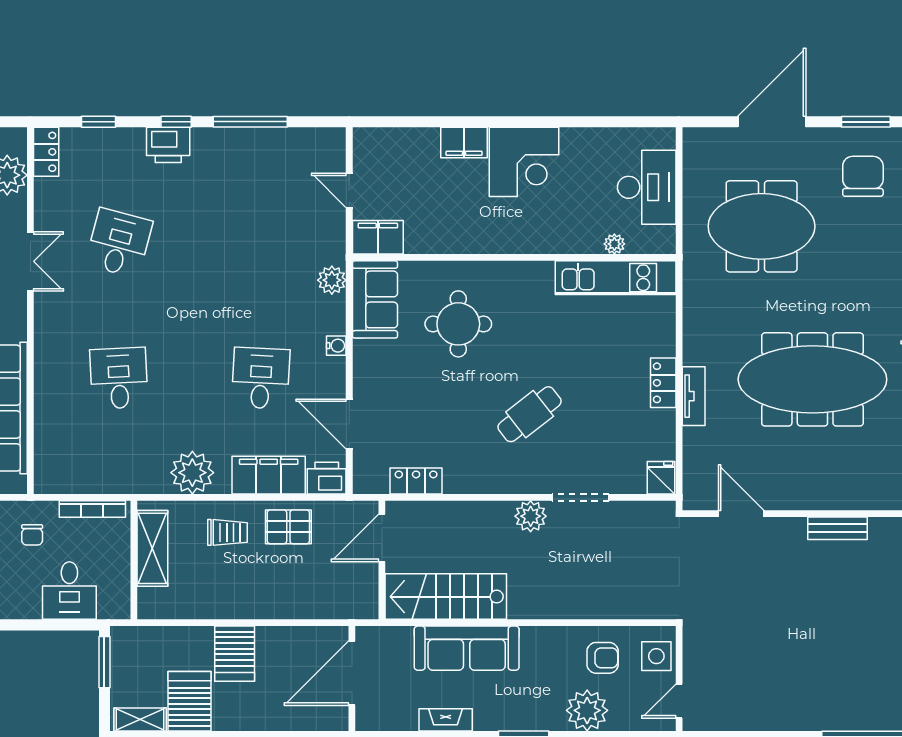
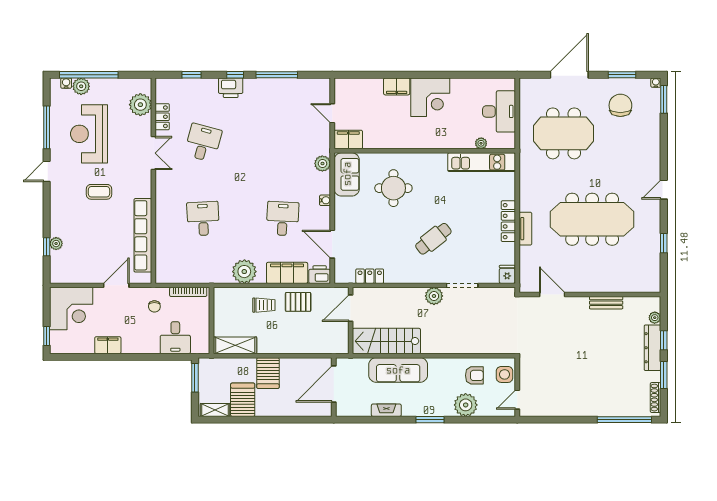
locker: (46, 152) -> (162, 117), moved
locker: (663, 383) -> (508, 221), width x1.53
shelving: (152, 548) -> (235, 345), moved, turned 90

